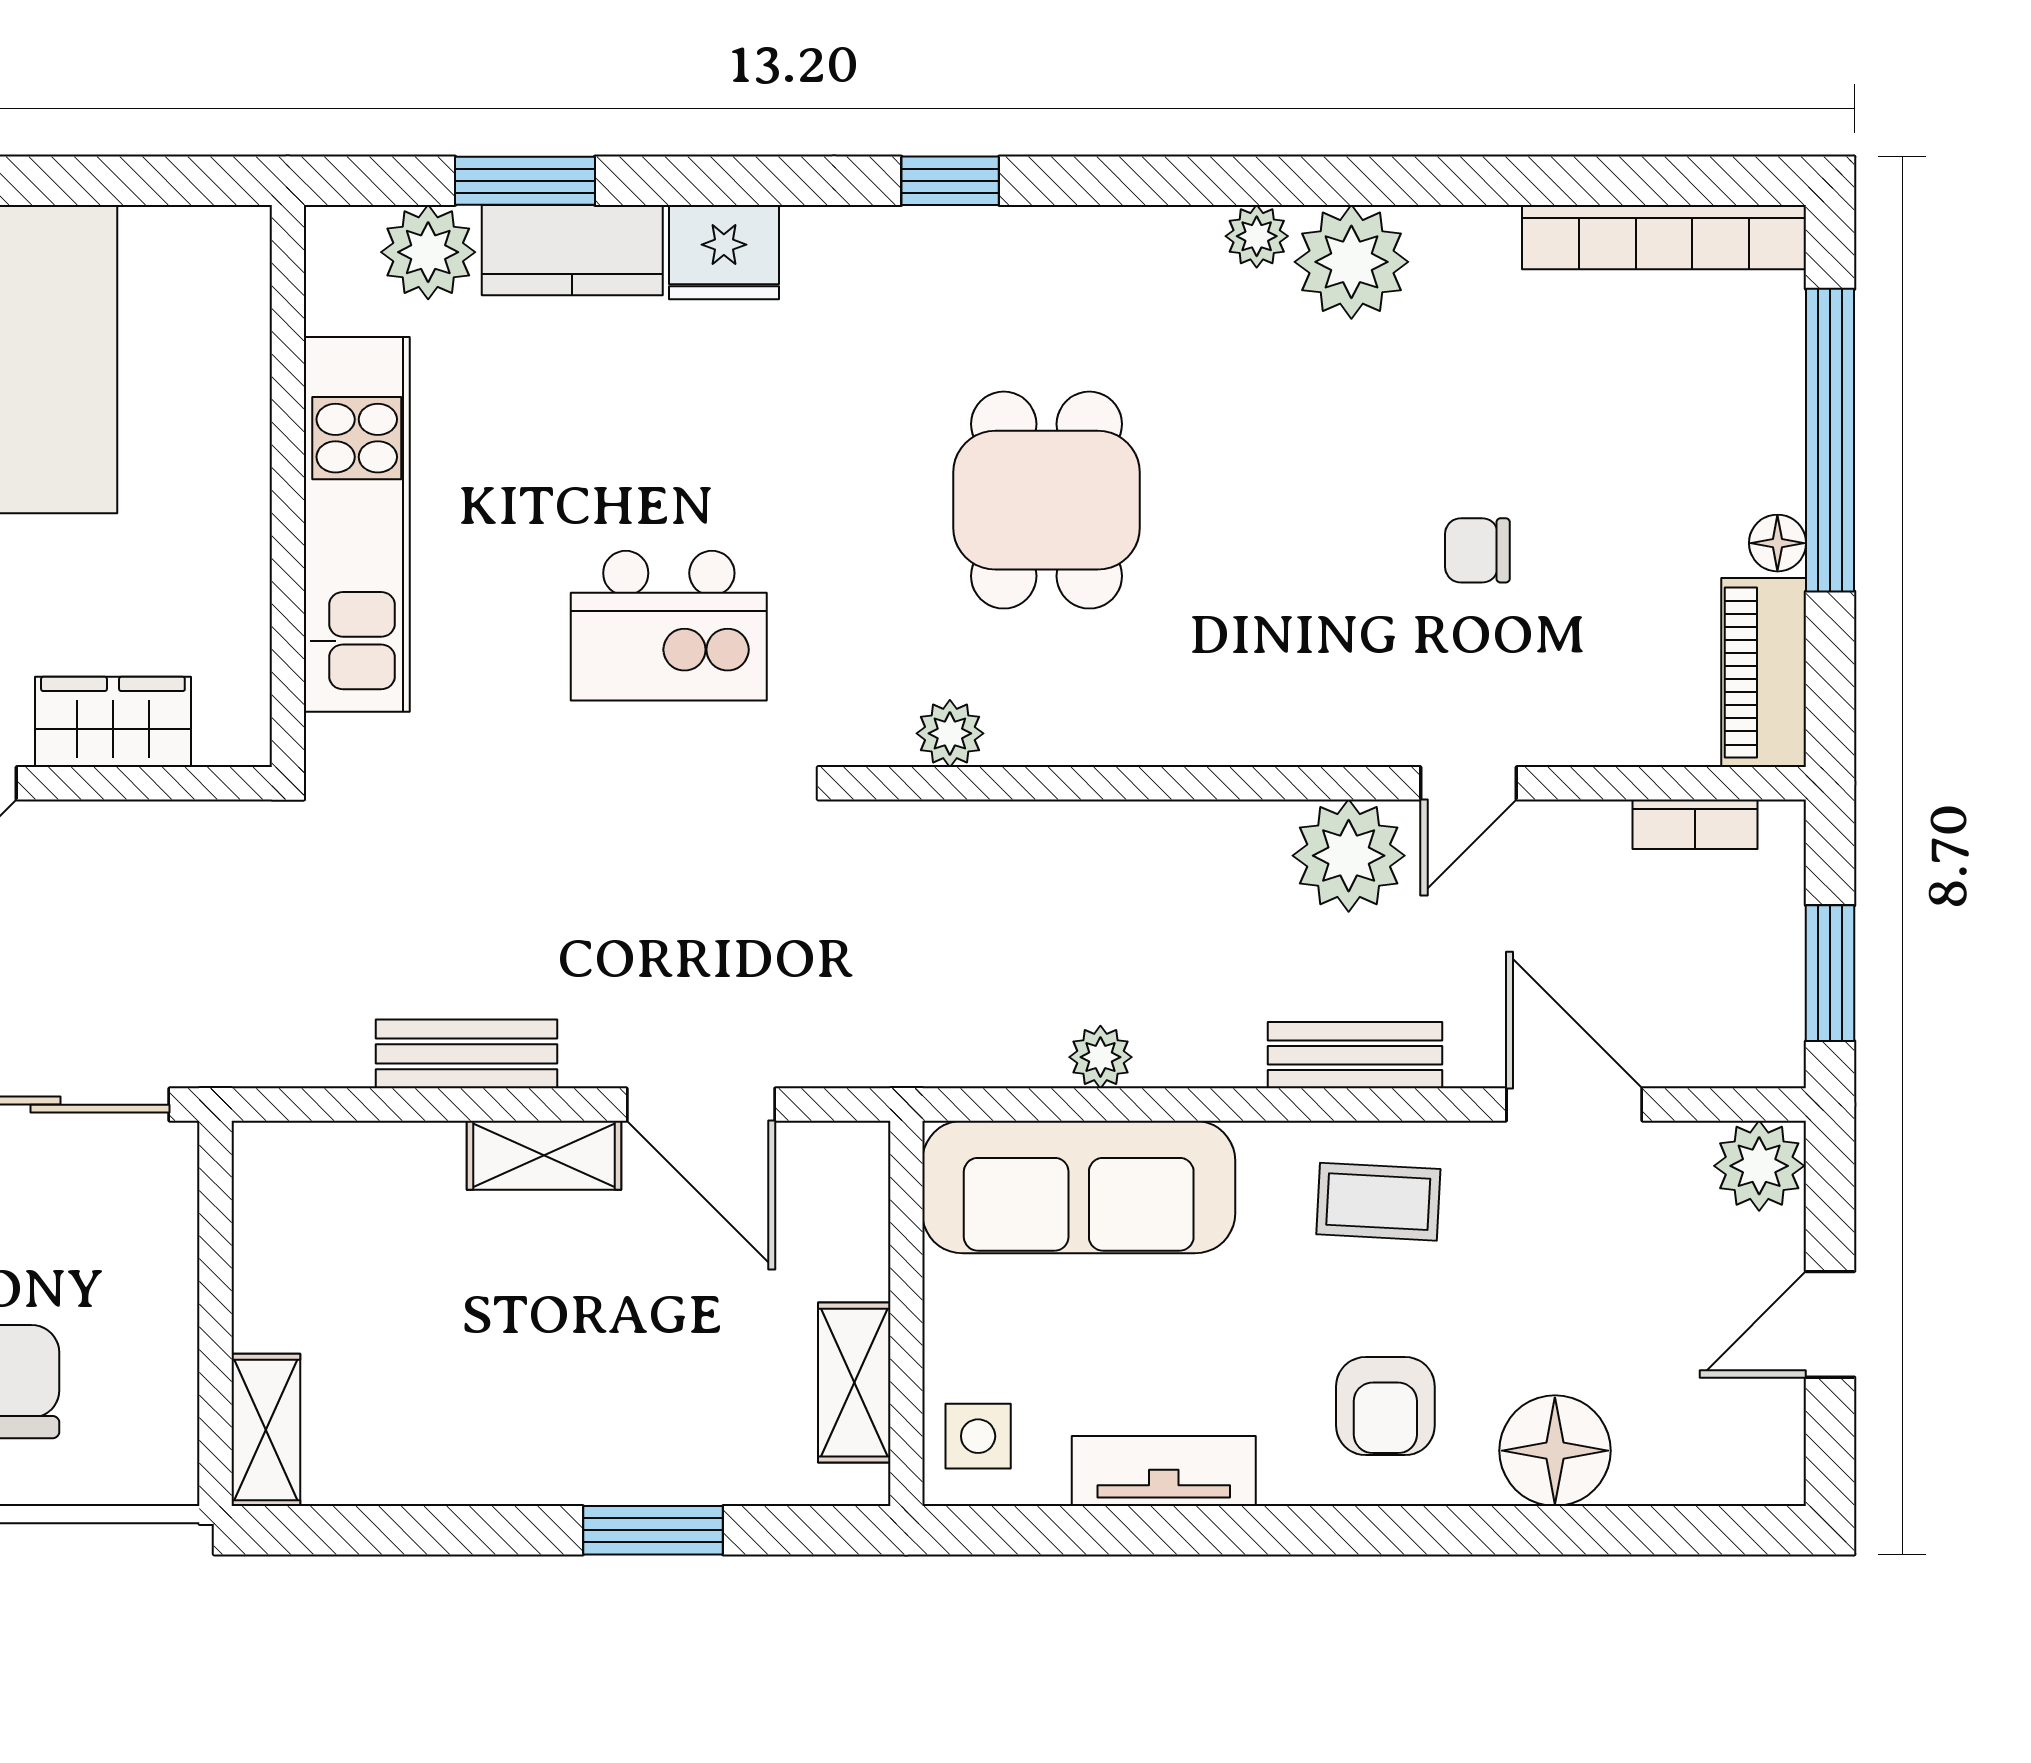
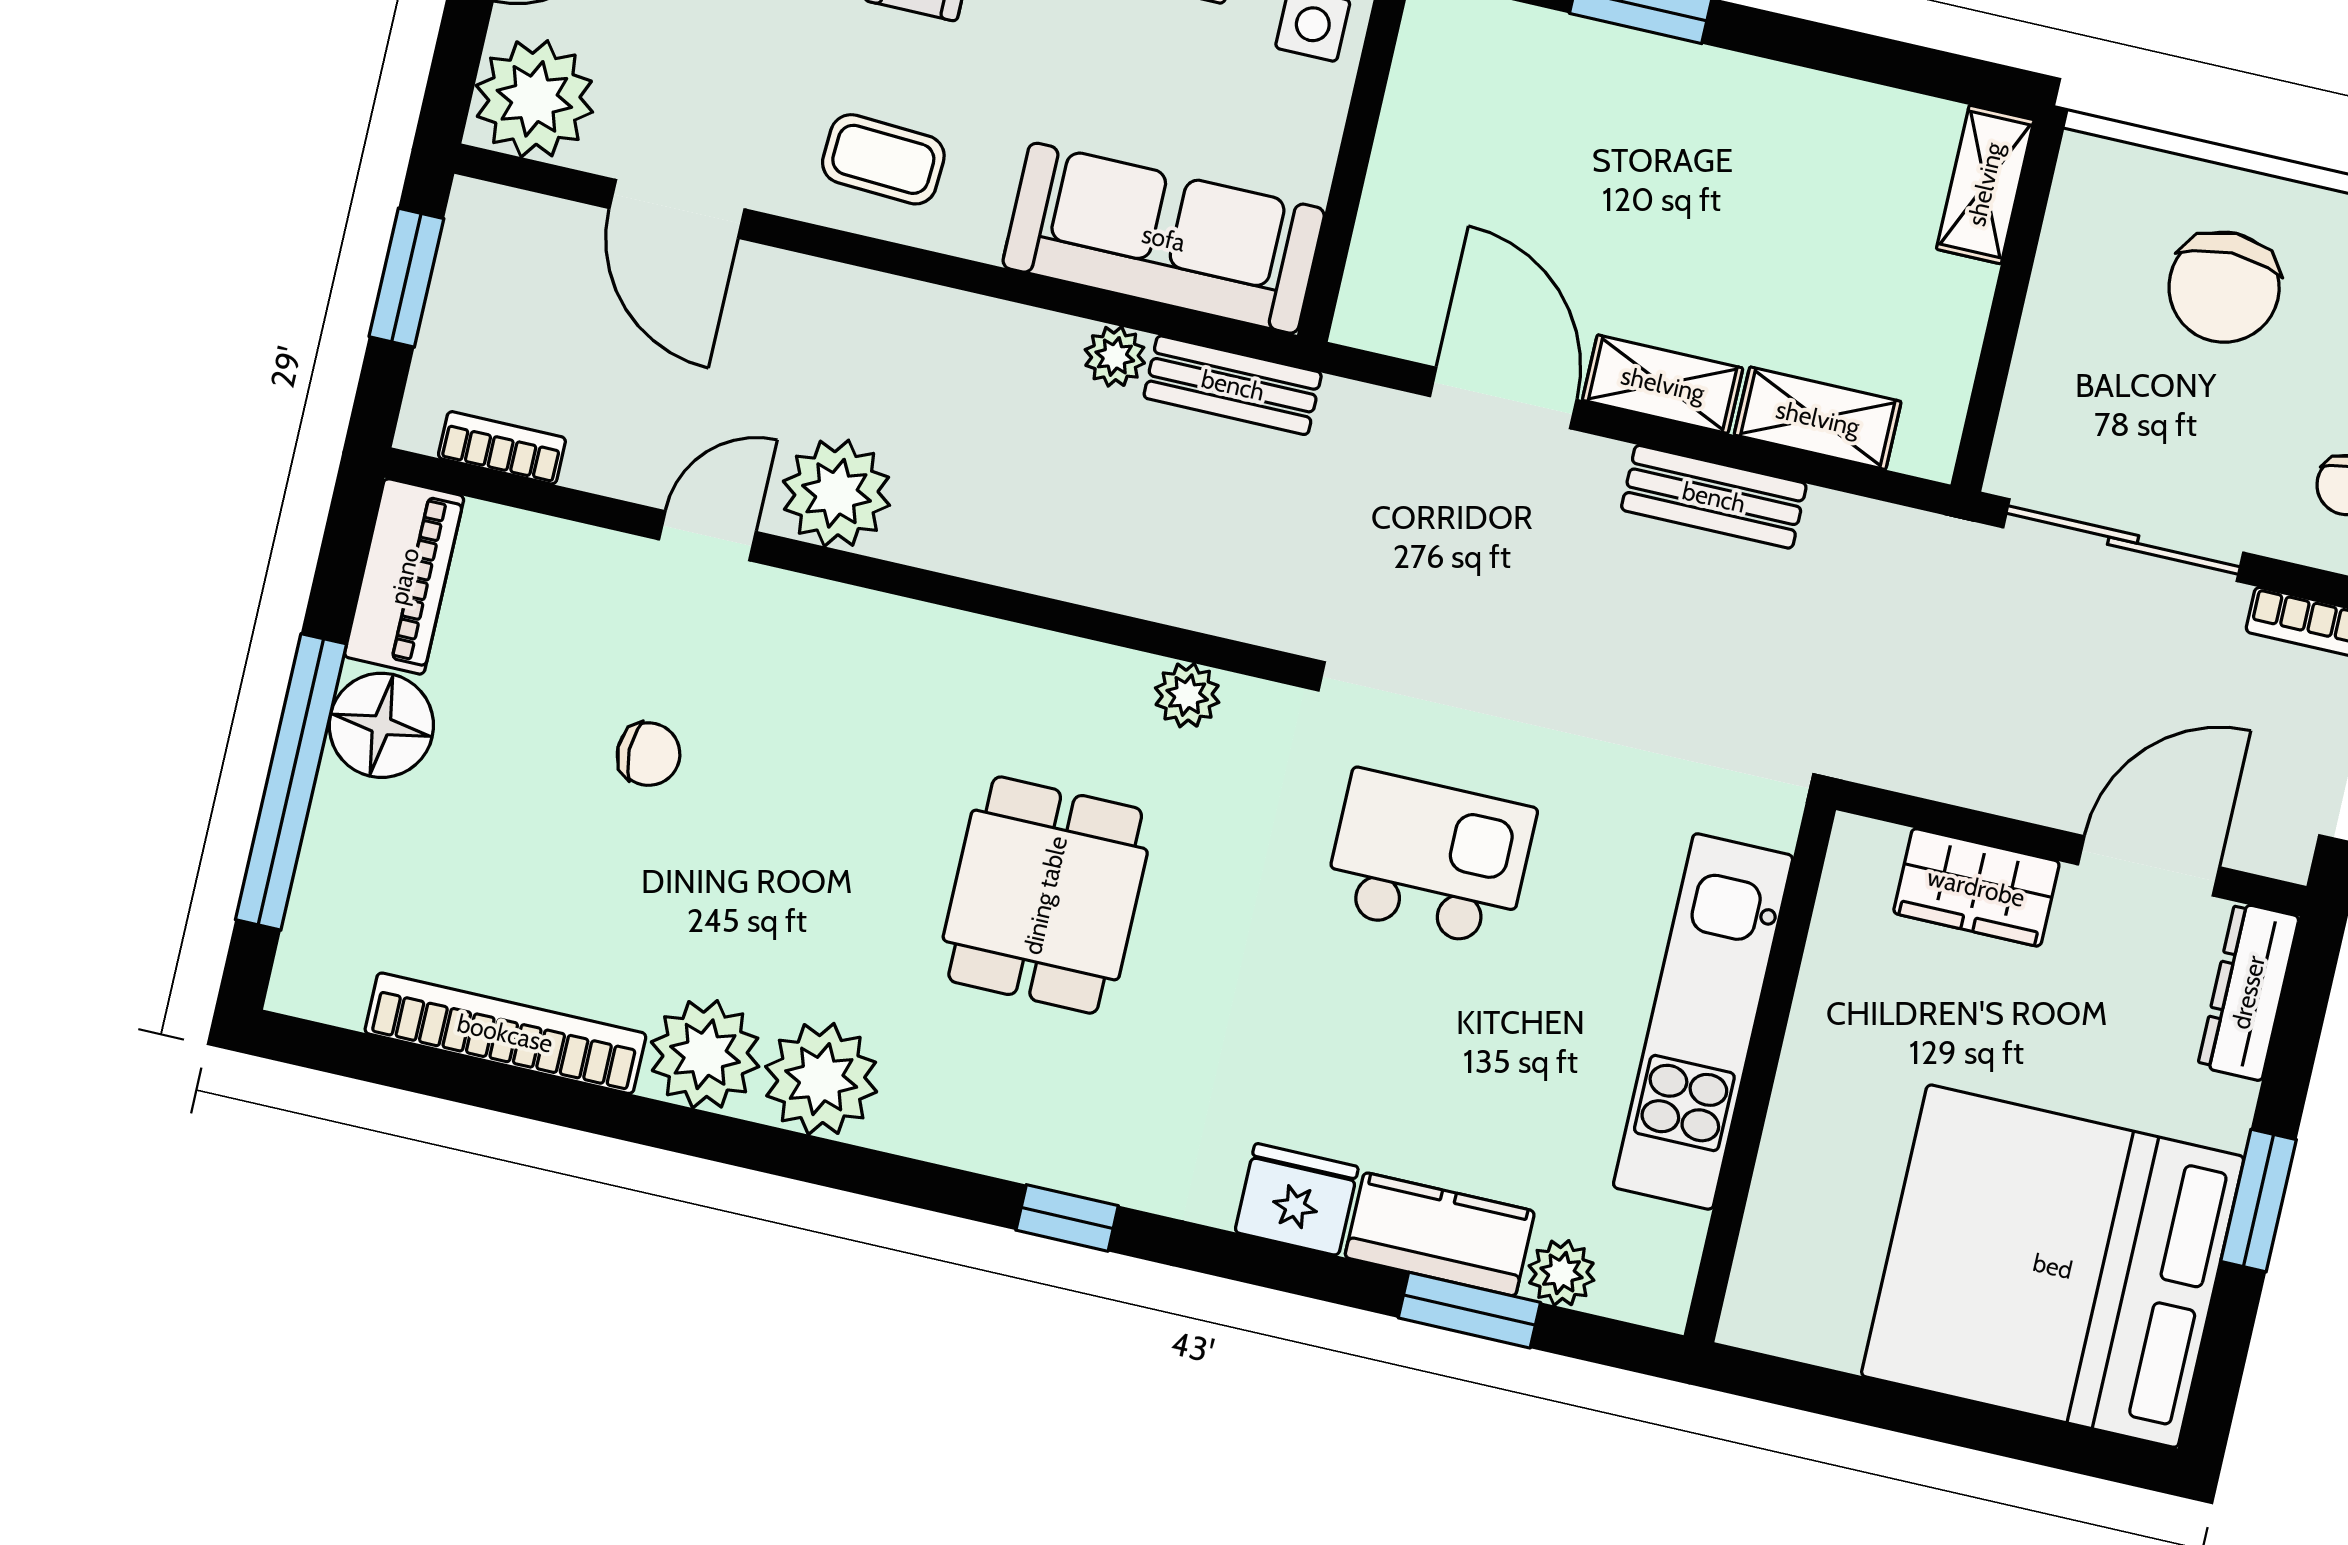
plant: (1257, 236) -> (821, 1079), width x1.87, depth x1.87
bookcase: (1664, 237) -> (505, 1033), moved
plant: (428, 252) -> (1561, 1273), width x0.73, depth x0.73
floor lamp: (1777, 543) -> (381, 725), width x1.89, depth x1.89
bench: (1355, 1055) -> (1233, 385), moved
plant: (1759, 1166) -> (534, 99), width x1.36, depth x1.36
shelving: (854, 1383) -> (1818, 418), moved, turned 90

